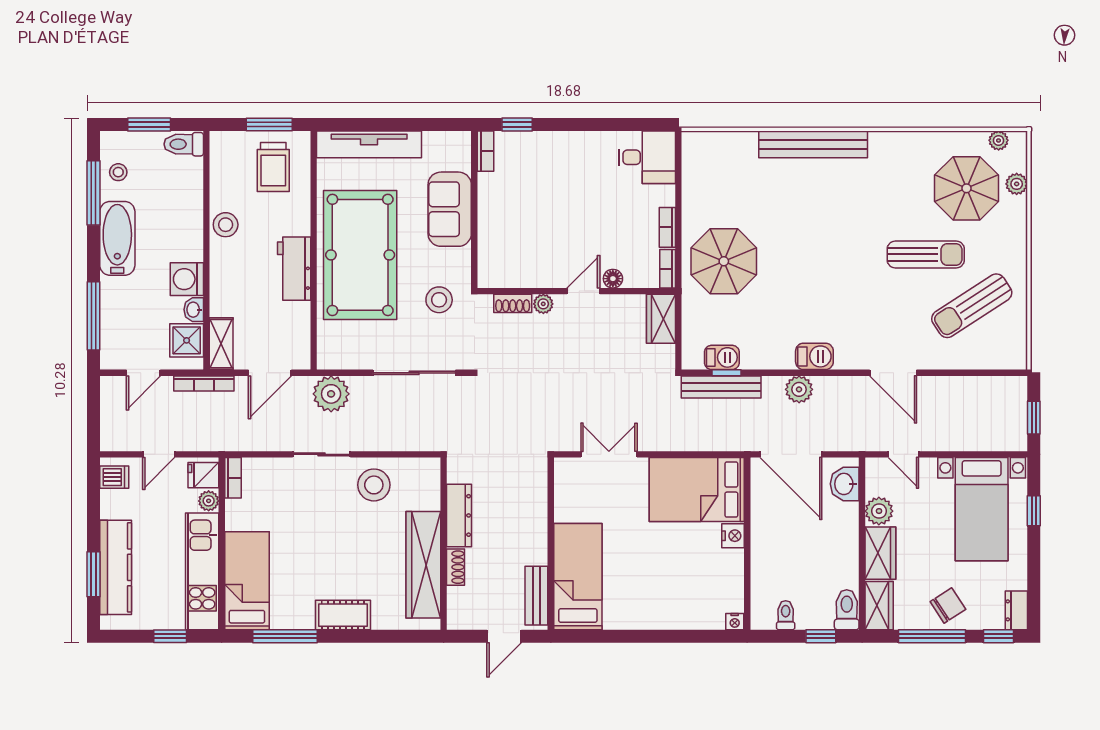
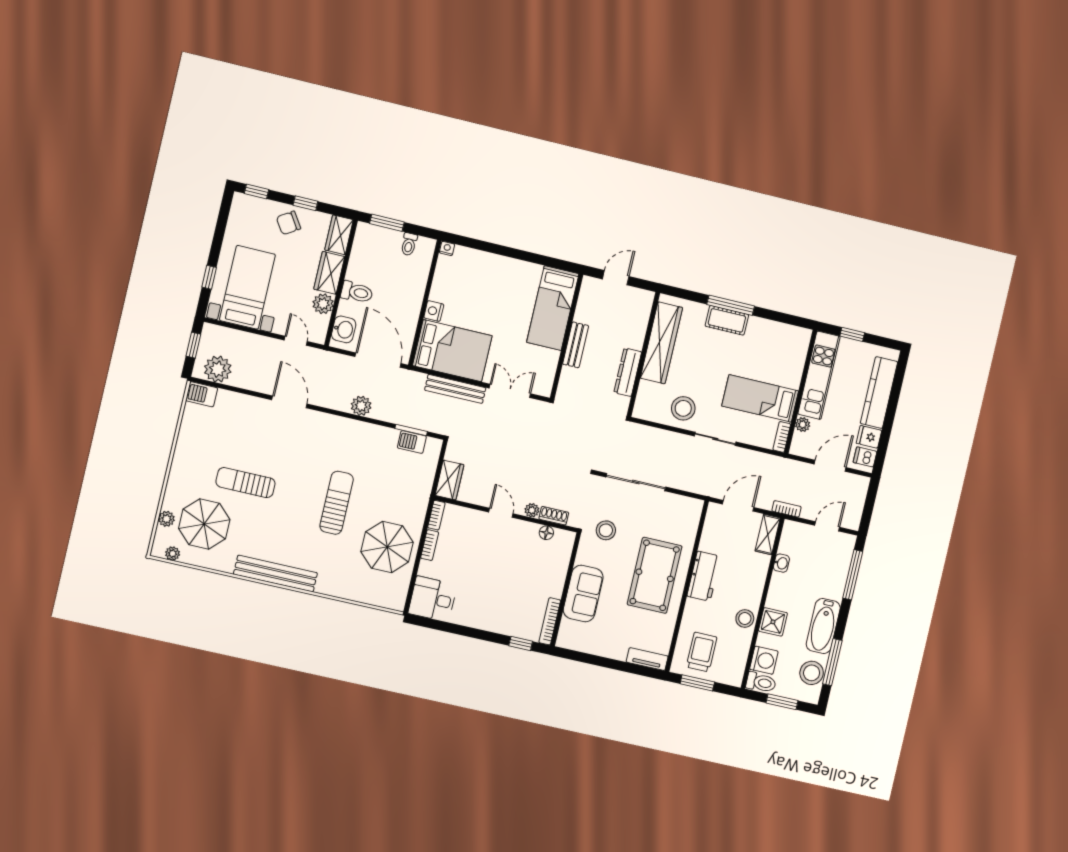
tv unit: (369, 144) -> (647, 659), width x0.52, depth x0.78
bench: (813, 144) -> (275, 574), moved
bookcase: (485, 151) -> (550, 621), width x1.56
stool: (118, 172) -> (812, 673), width x1.89, depth x1.89
pool table: (360, 255) -> (655, 575), width x0.73, depth x0.76
parasol: (724, 261) -> (387, 547), moved
washing machine: (187, 279) -> (764, 660), moved
floor lamp: (613, 279) -> (546, 533), moved
door: (583, 291) -> (501, 513), swing flipped
sun lounger: (972, 306) -> (337, 503), moved, turned -57
shower: (187, 340) -> (773, 622), moved
barbecue: (814, 356) -> (202, 394), moved
window: (726, 373) -> (411, 430), width x1.50
bookcase: (204, 384) -> (786, 509), width x0.64
bench: (721, 387) -> (455, 389), moved
plant: (331, 394) -> (218, 369), moved
door: (159, 454) -> (830, 466), width x1.38
double door: (609, 454) -> (510, 391), swing flipped
fridge: (203, 475) -> (869, 437), moved, turned 180
shoe rack: (456, 567) -> (639, 336), removed
window: (93, 574) -> (896, 391), removed
bed: (247, 581) -> (760, 398), moved, turned 90
bench: (536, 596) -> (576, 345), moved
toilet: (847, 610) -> (357, 292), moved, turned -90
dresser: (1016, 610) -> (239, 207), removed
window: (285, 636) -> (731, 305), moved
window: (821, 636) -> (387, 223), width x1.50
window: (932, 636) -> (305, 203), width x0.46

